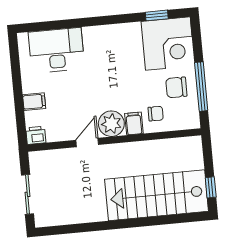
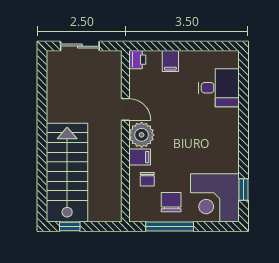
desk: (56, 50) -> (219, 88), width x0.73

